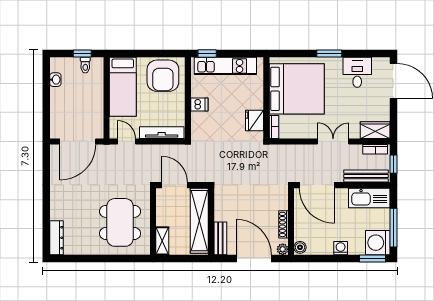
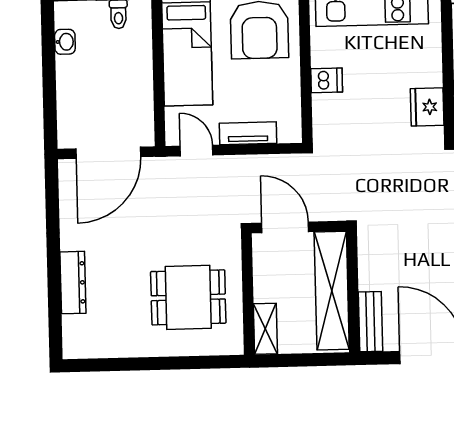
tv unit: (162, 133) -> (248, 133), width x0.71
dining table: (120, 222) -> (188, 297), width x0.73
dresser: (57, 238) -> (73, 283), moved

